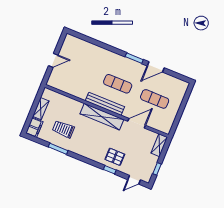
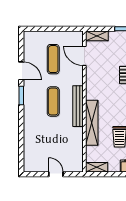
shelving: (41, 109) -> (97, 167), moved
shelving: (102, 117) -> (92, 123), moved
door: (137, 123) -> (84, 56), moved

